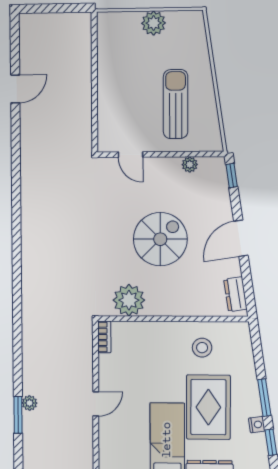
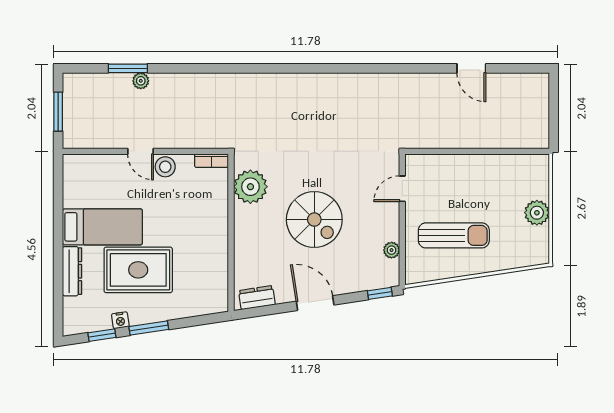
stool: (202, 348) -> (165, 167), moved

